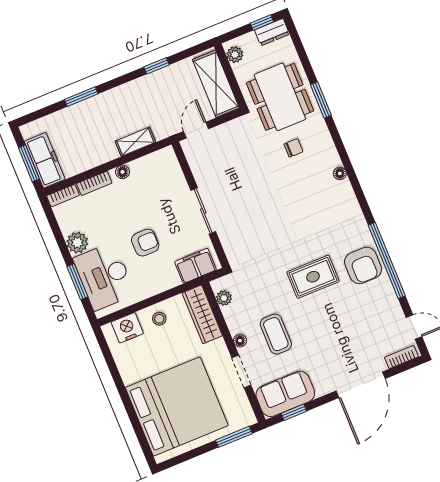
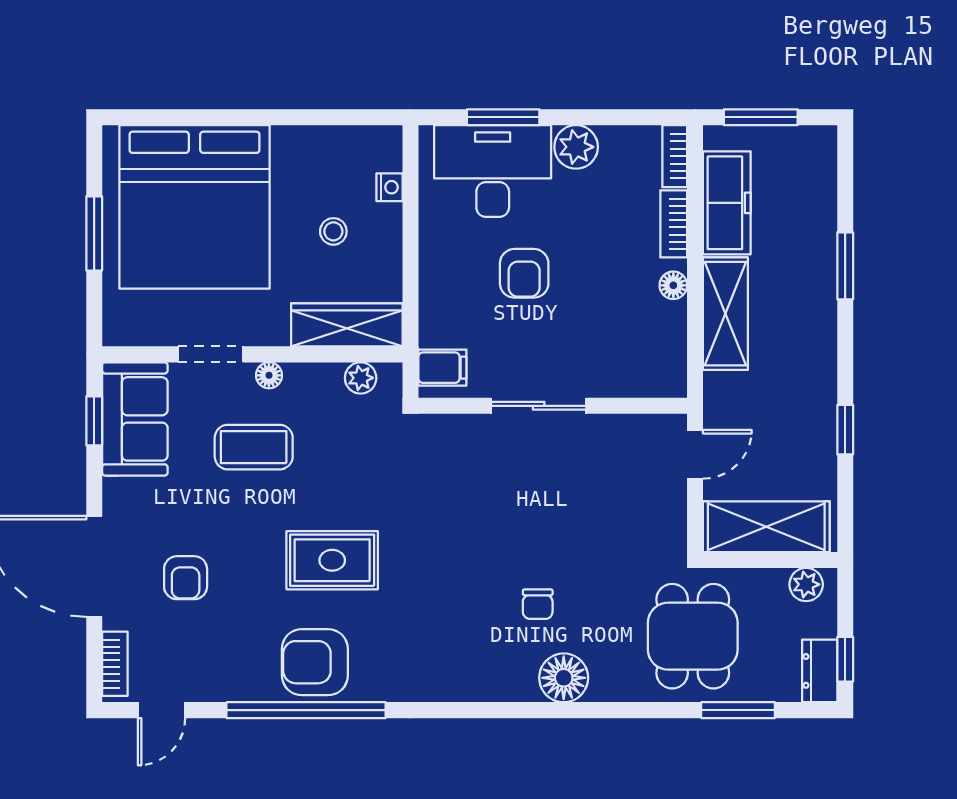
dining table: (280, 97) -> (693, 636), width x0.73
window: (321, 100) -> (738, 710), moved
door: (196, 130) -> (695, 454), hinge flipped
shelving: (135, 142) -> (725, 314), width x1.50, depth x1.33
chair: (293, 148) -> (538, 604), moved
freezer: (45, 160) -> (727, 203), moved, turned -90
floor lamp: (340, 173) -> (564, 678), moved, width x1.89, depth x1.89
filing cabinet: (196, 266) -> (442, 368), width x0.50
rug: (313, 277) -> (332, 560), turned 90
stool: (159, 319) -> (333, 231), moved
nightstand: (127, 328) -> (389, 187), width x0.53, depth x0.56
armchair: (349, 341) -> (186, 578), added
window: (234, 437) -> (94, 233), moved

